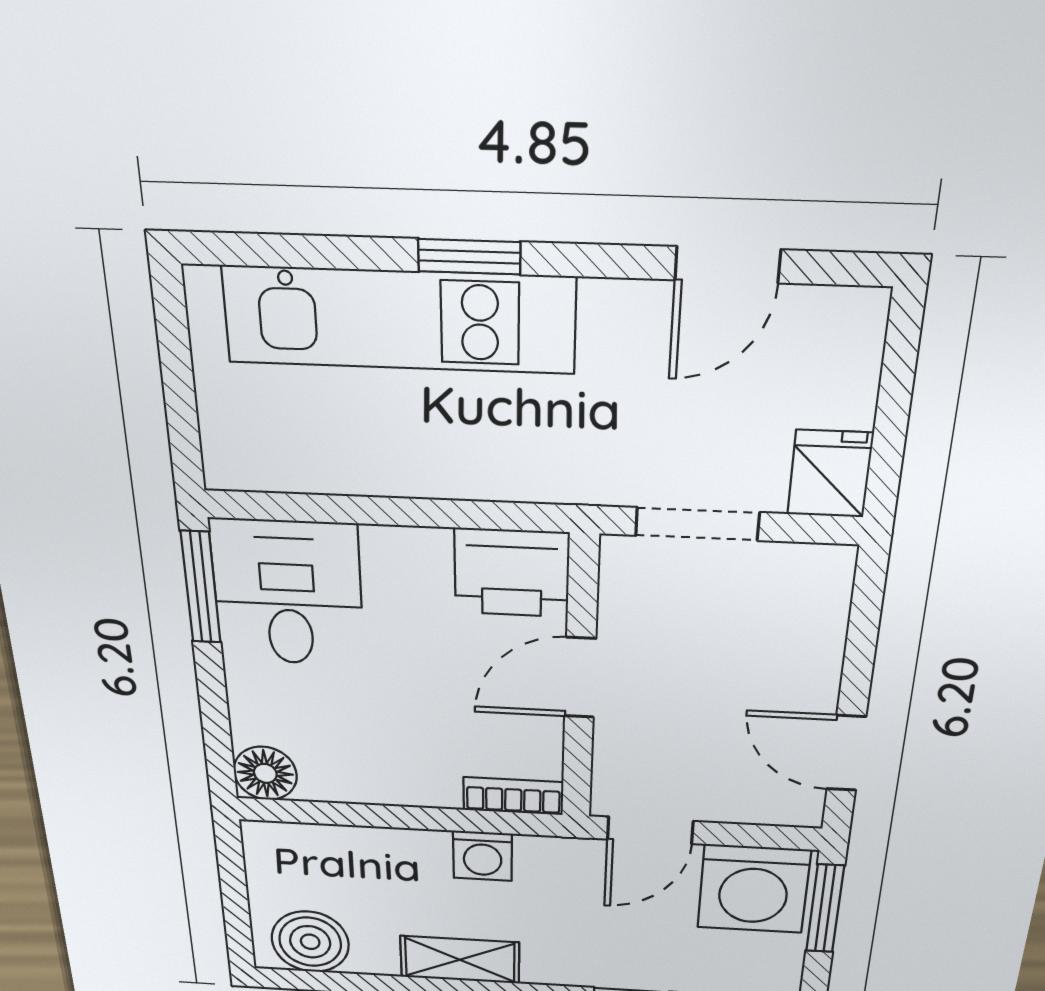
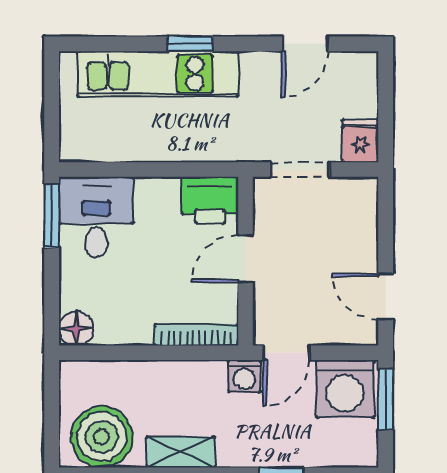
bookcase: (513, 796) -> (196, 335), width x1.56
washing machine: (483, 856) -> (244, 376), moved
boiler: (310, 942) -> (102, 437), width x1.37, depth x1.37

